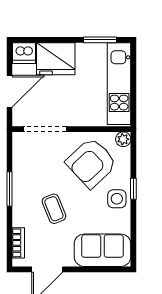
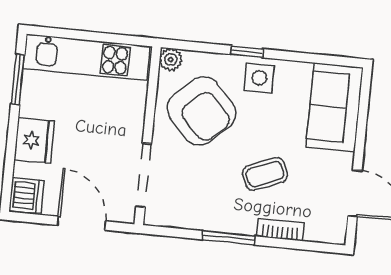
fridge: (56, 59) -> (34, 140), width x0.73, depth x0.75
bookcase: (18, 243) -> (280, 230), moved

